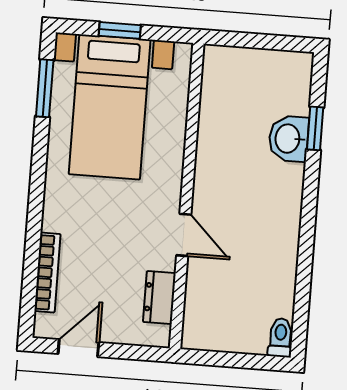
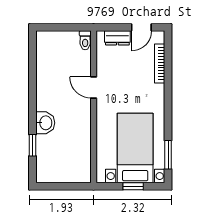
washbasin: (289, 139) -> (45, 123), moved
dresser: (159, 298) -> (117, 38), moved, turned 90
toilet: (280, 338) -> (85, 40), moved

